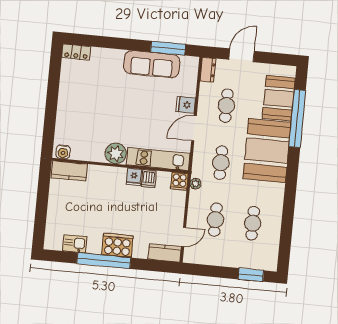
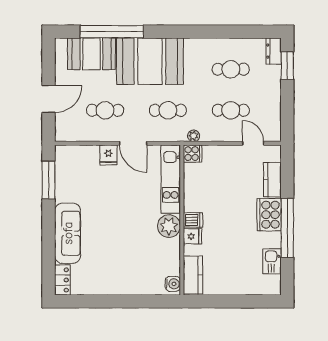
door: (242, 55) -> (49, 99), swing flipped
sofa: (152, 64) -> (68, 233), moved
dresser: (208, 70) -> (274, 51), moved, turned -90
fridge: (134, 177) -> (192, 236), moved
dishwasher: (149, 179) -> (193, 220), moved
kitchen counter: (165, 253) -> (272, 180), moved

